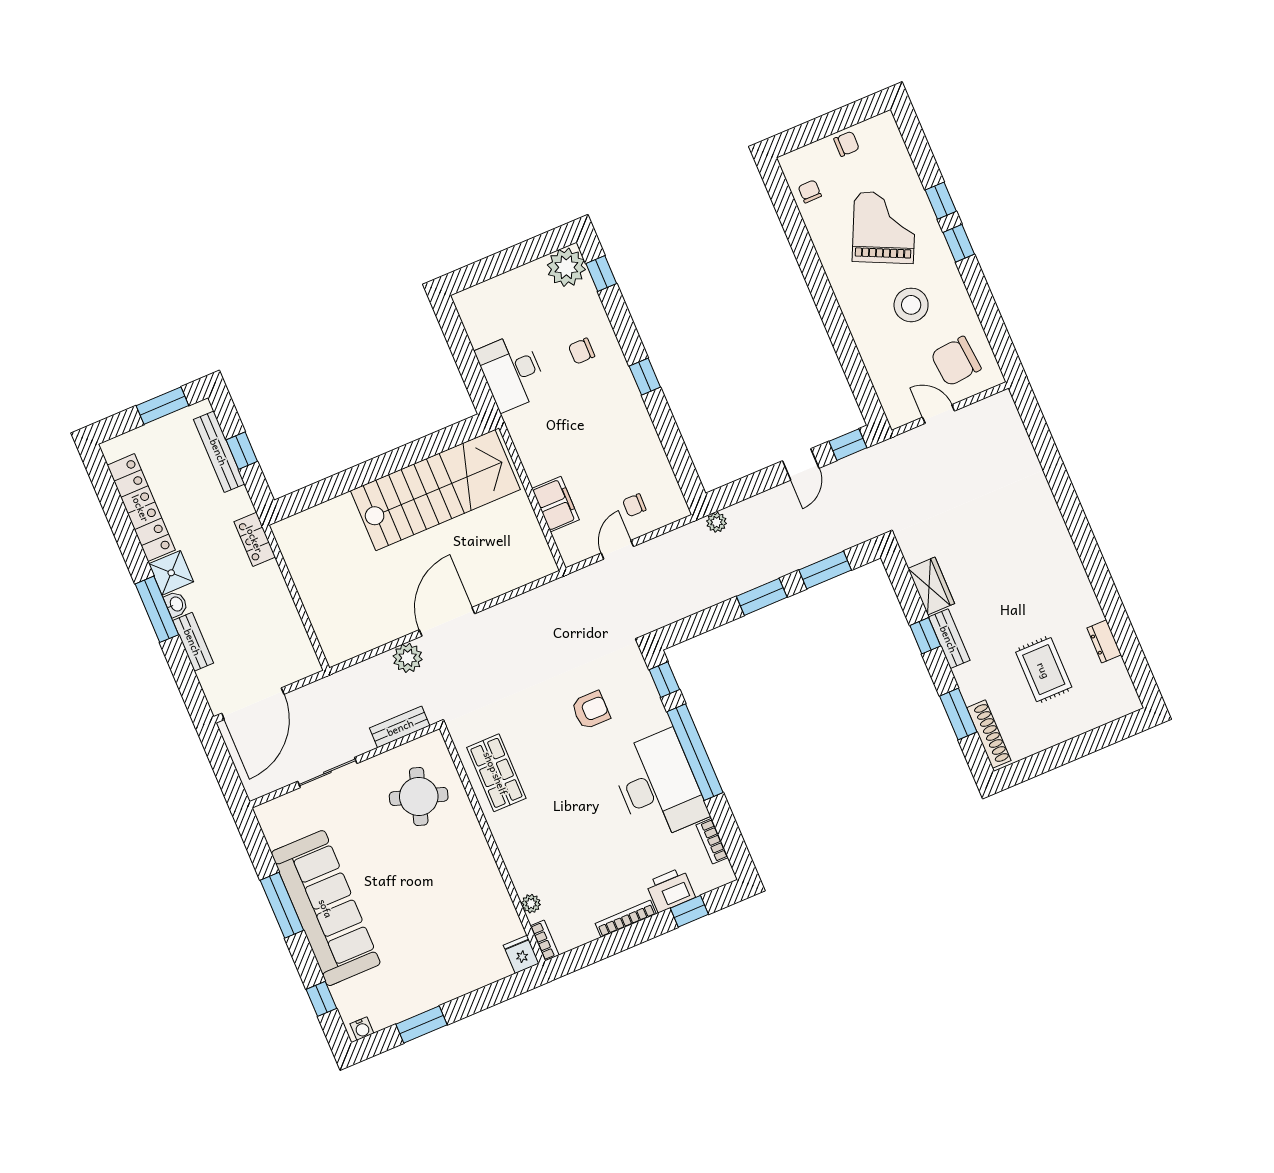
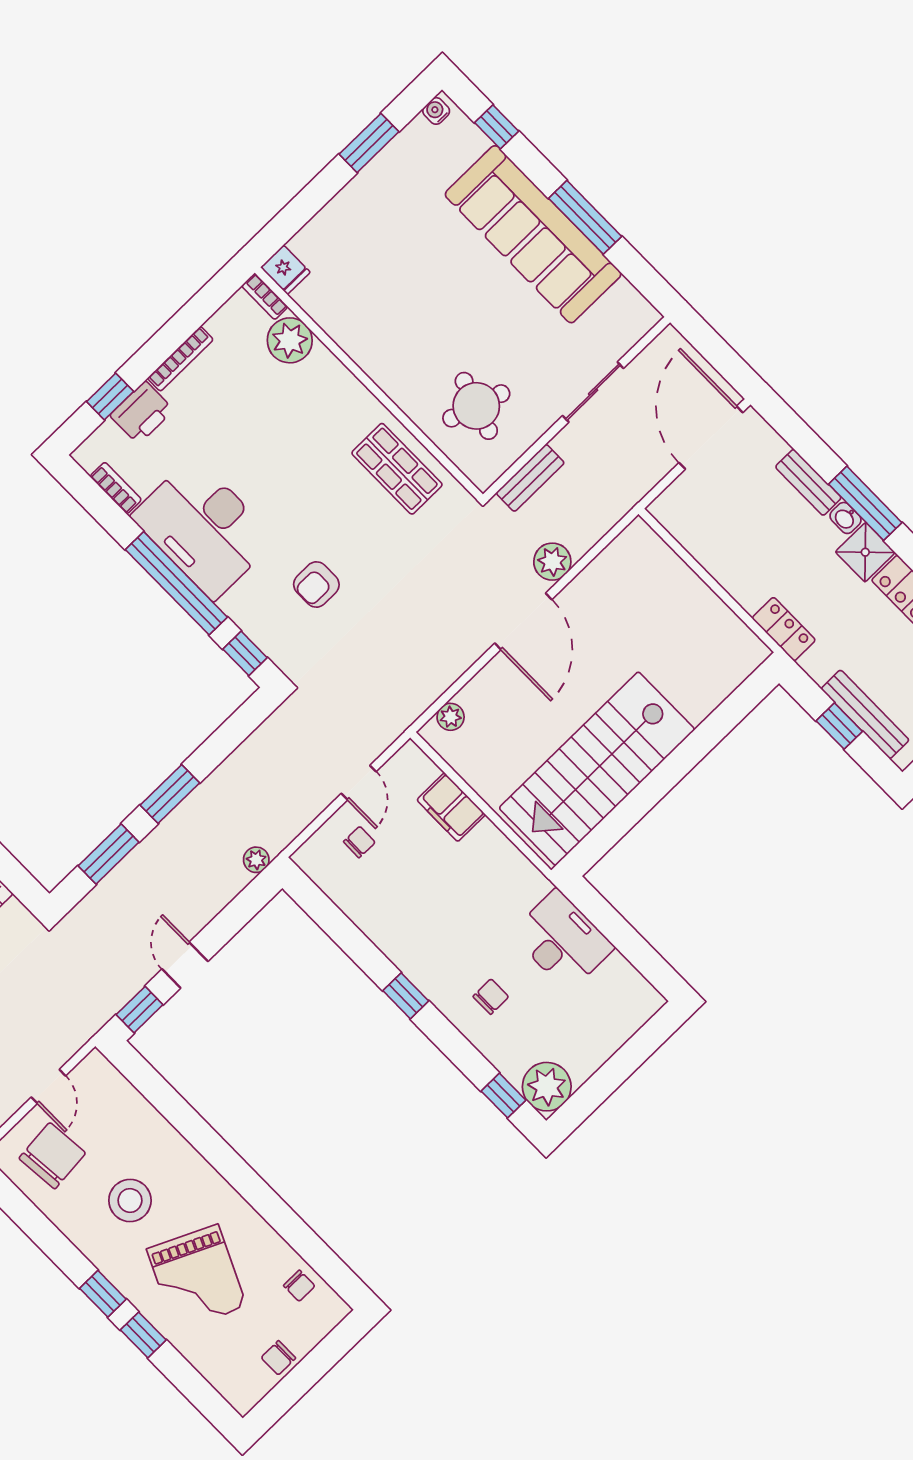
door: (938, 414) -> (48, 1086), hinge flipped
plant: (529, 572) -> (451, 717), added
plant: (531, 904) -> (290, 340), width x1.87, depth x1.87

